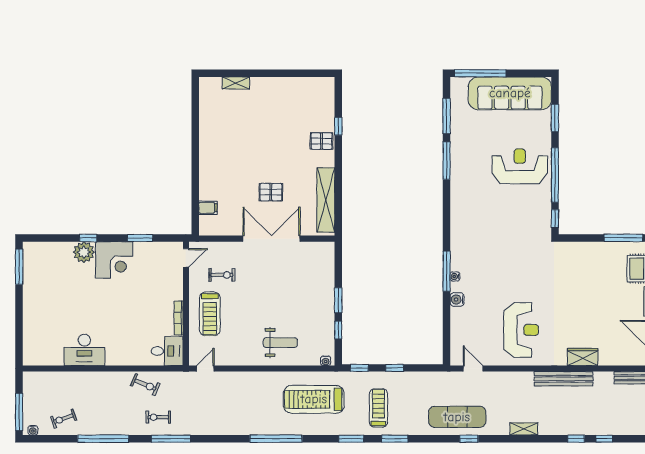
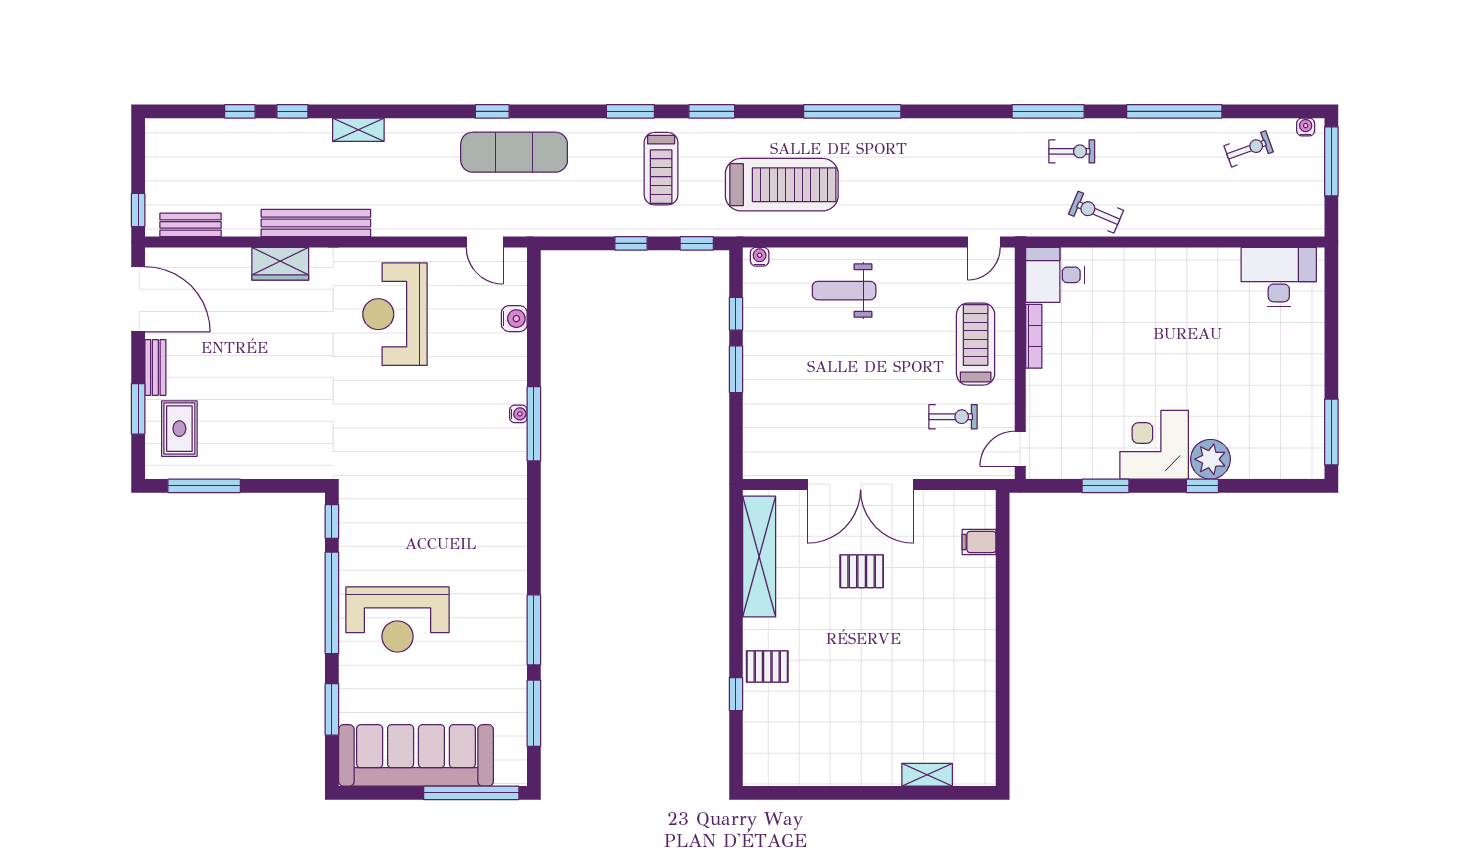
exercise bike: (222, 275) -> (953, 417), turned 180
water cooler: (457, 300) -> (514, 319), moved
desk: (84, 350) -> (1279, 277), moved
shelving: (524, 429) -> (358, 130), moved

